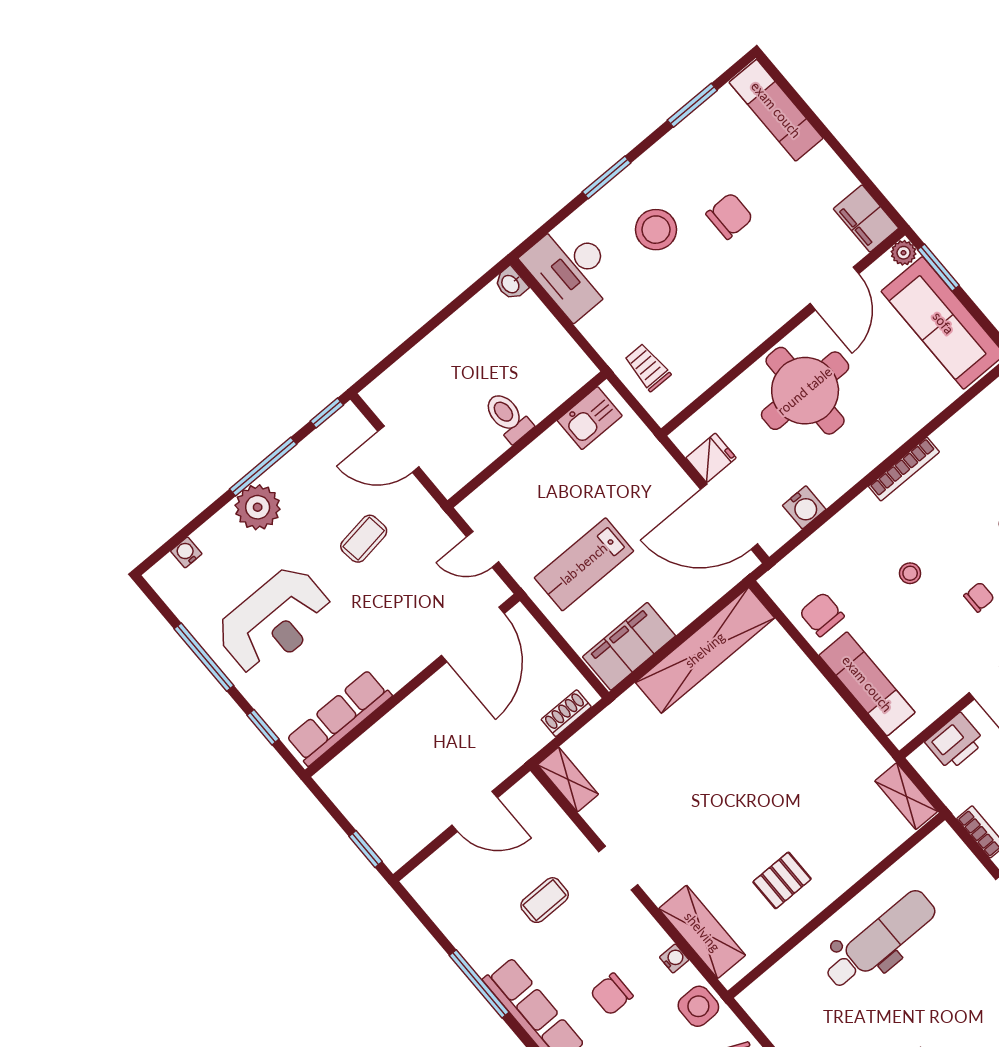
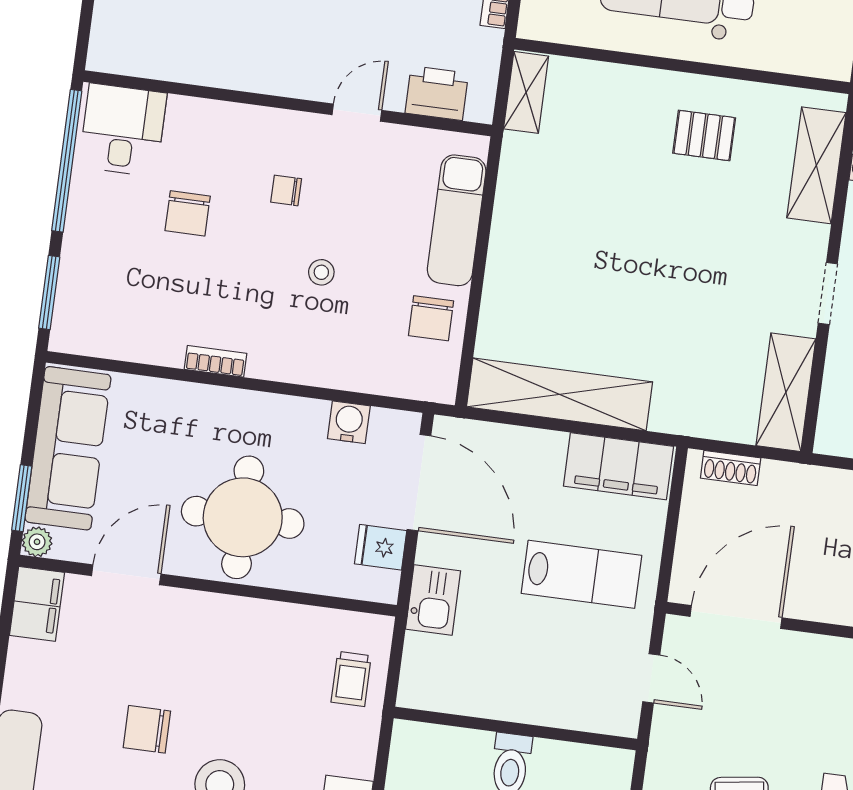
kitchen sink: (590, 418) -> (433, 600), moved, turned 90
bookcase: (904, 469) -> (215, 361), width x0.64
shelving: (568, 780) -> (786, 392), width x1.50, depth x1.33

